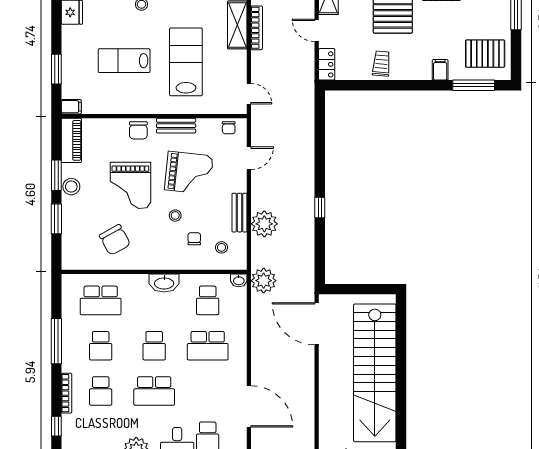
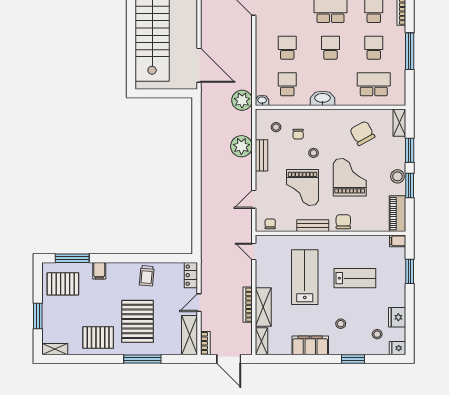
door: (317, 30) -> (199, 303), swing flipped
lab bench: (186, 62) -> (305, 277), turned 180
grand piano: (189, 173) -> (302, 187), turned -96
window: (320, 207) -> (197, 159), removed
shelving: (69, 253) -> (399, 123), added
school desk: (208, 346) -> (287, 48), width x0.54

